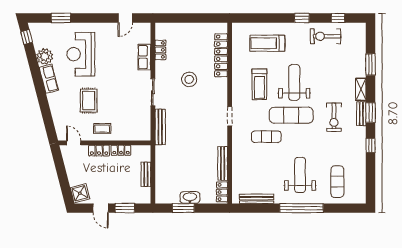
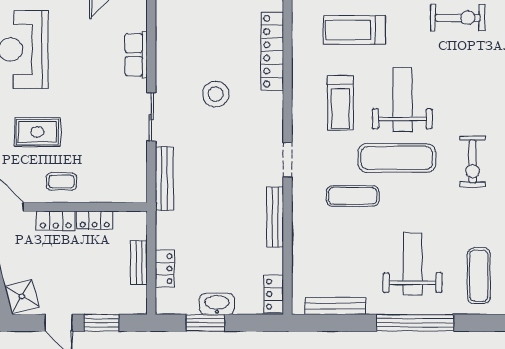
exercise bike: (326, 36) -> (458, 18), turned 180
locker: (160, 50) -> (165, 269), moved
rug: (89, 101) -> (37, 132), turned 90
bench: (223, 163) -> (275, 217), moved

